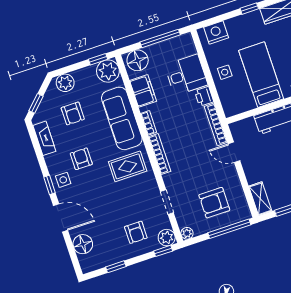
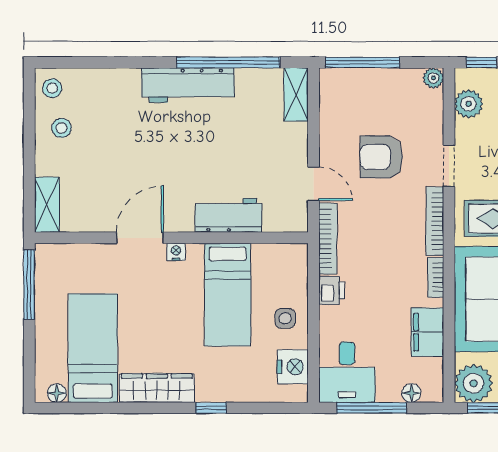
nightstand: (216, 33) -> (293, 367), moved, turned -90
floor lamp: (138, 60) -> (411, 393), width x0.53, depth x0.53
desk: (186, 75) -> (347, 372), moved, turned -90
doorway: (167, 202) -> (449, 166), moved
armchair: (214, 203) -> (381, 157), moved, turned 180
plant: (167, 238) -> (469, 104), moved

